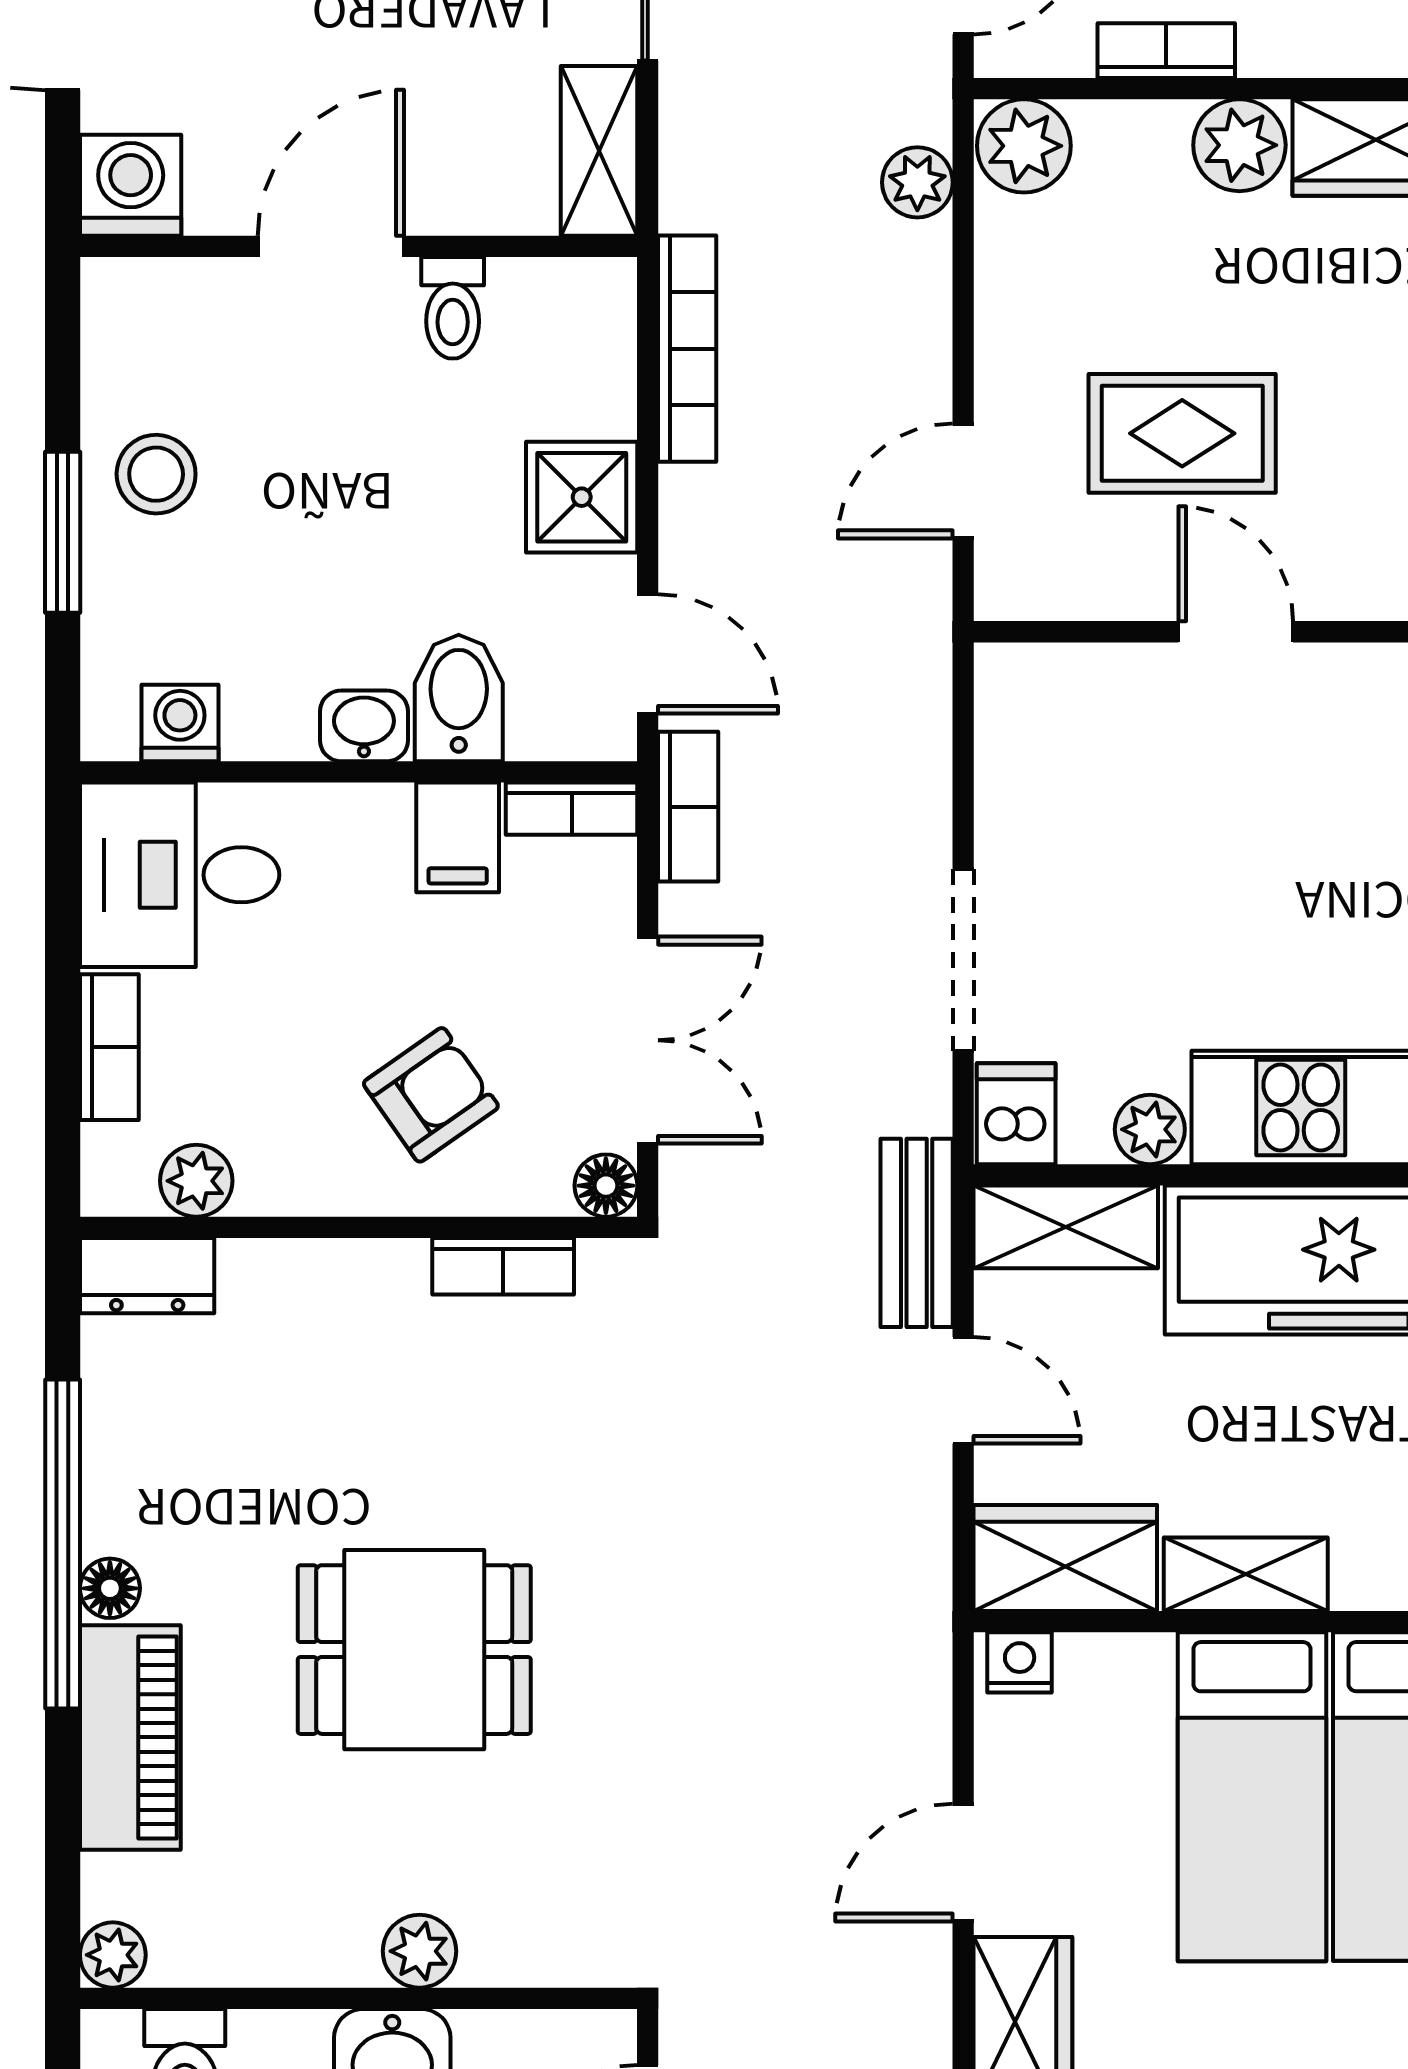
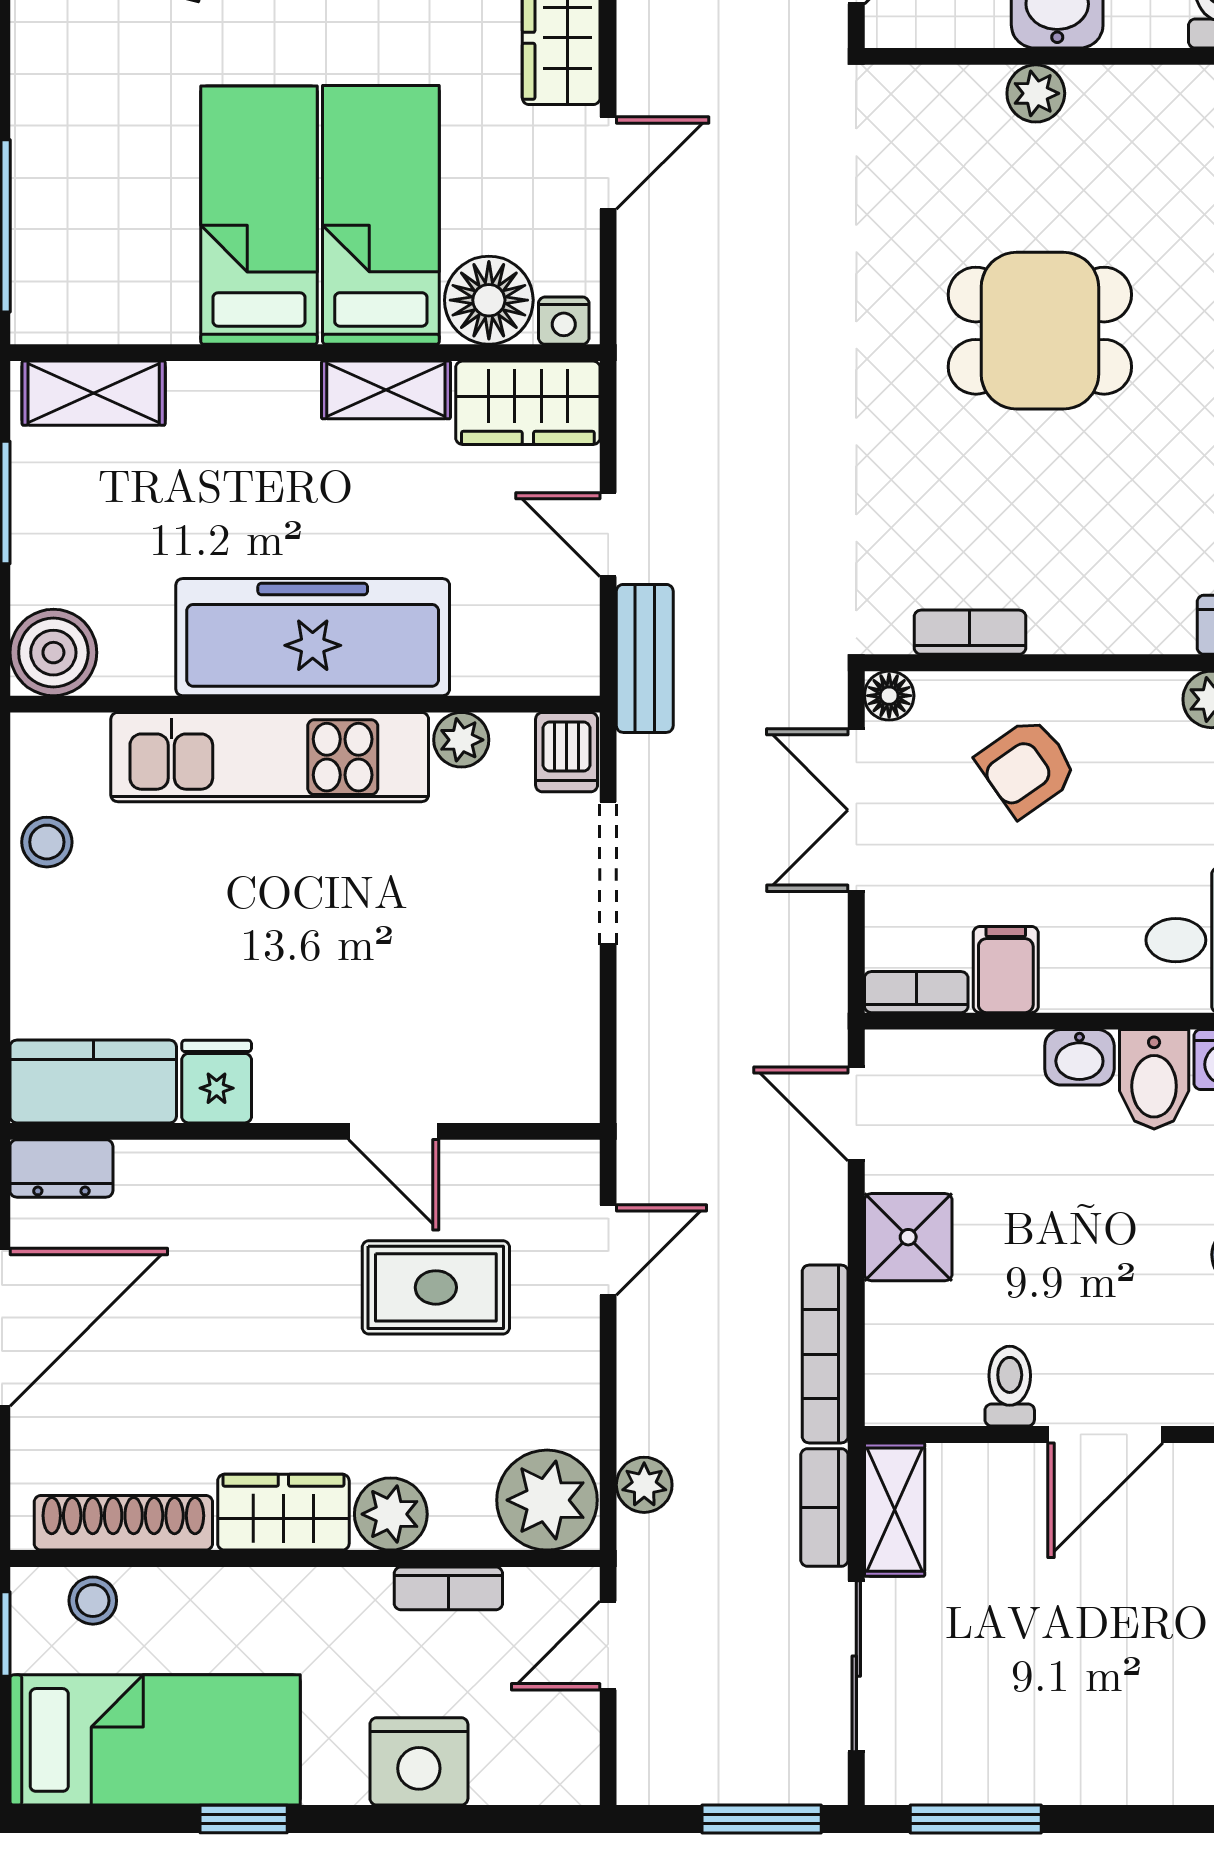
plant: (1024, 146) -> (547, 1500), width x1.36, depth x1.36
bidet: (459, 698) -> (1154, 1079), moved
bookcase: (688, 807) -> (824, 1508), moved
shelving: (1066, 1227) -> (527, 663), removed
floor lamp: (1115, 1688) -> (489, 300), added

